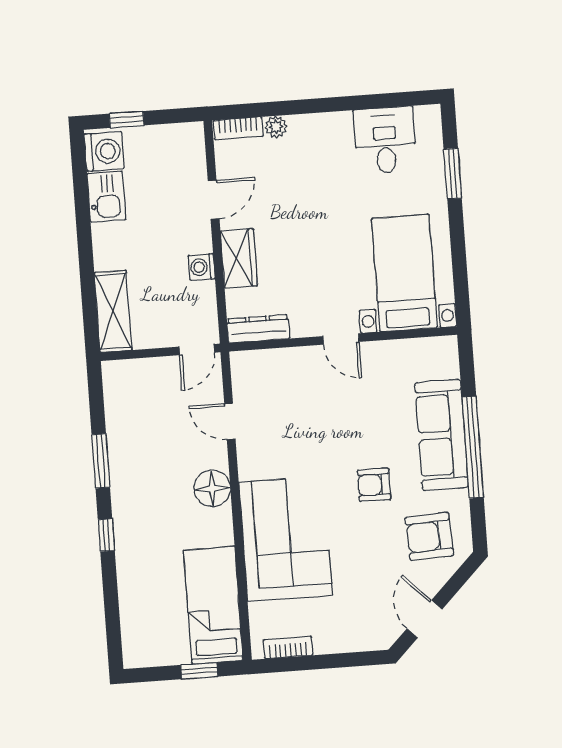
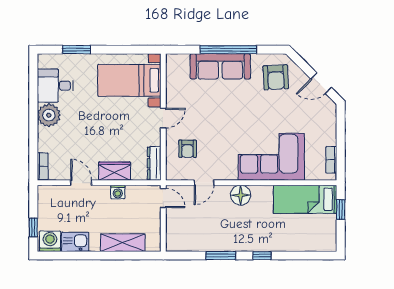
plant: (276, 127) -> (49, 115), moved, width x1.88, depth x1.88
shelving: (113, 311) -> (123, 243), moved
armchair: (374, 485) -> (188, 149), moved

